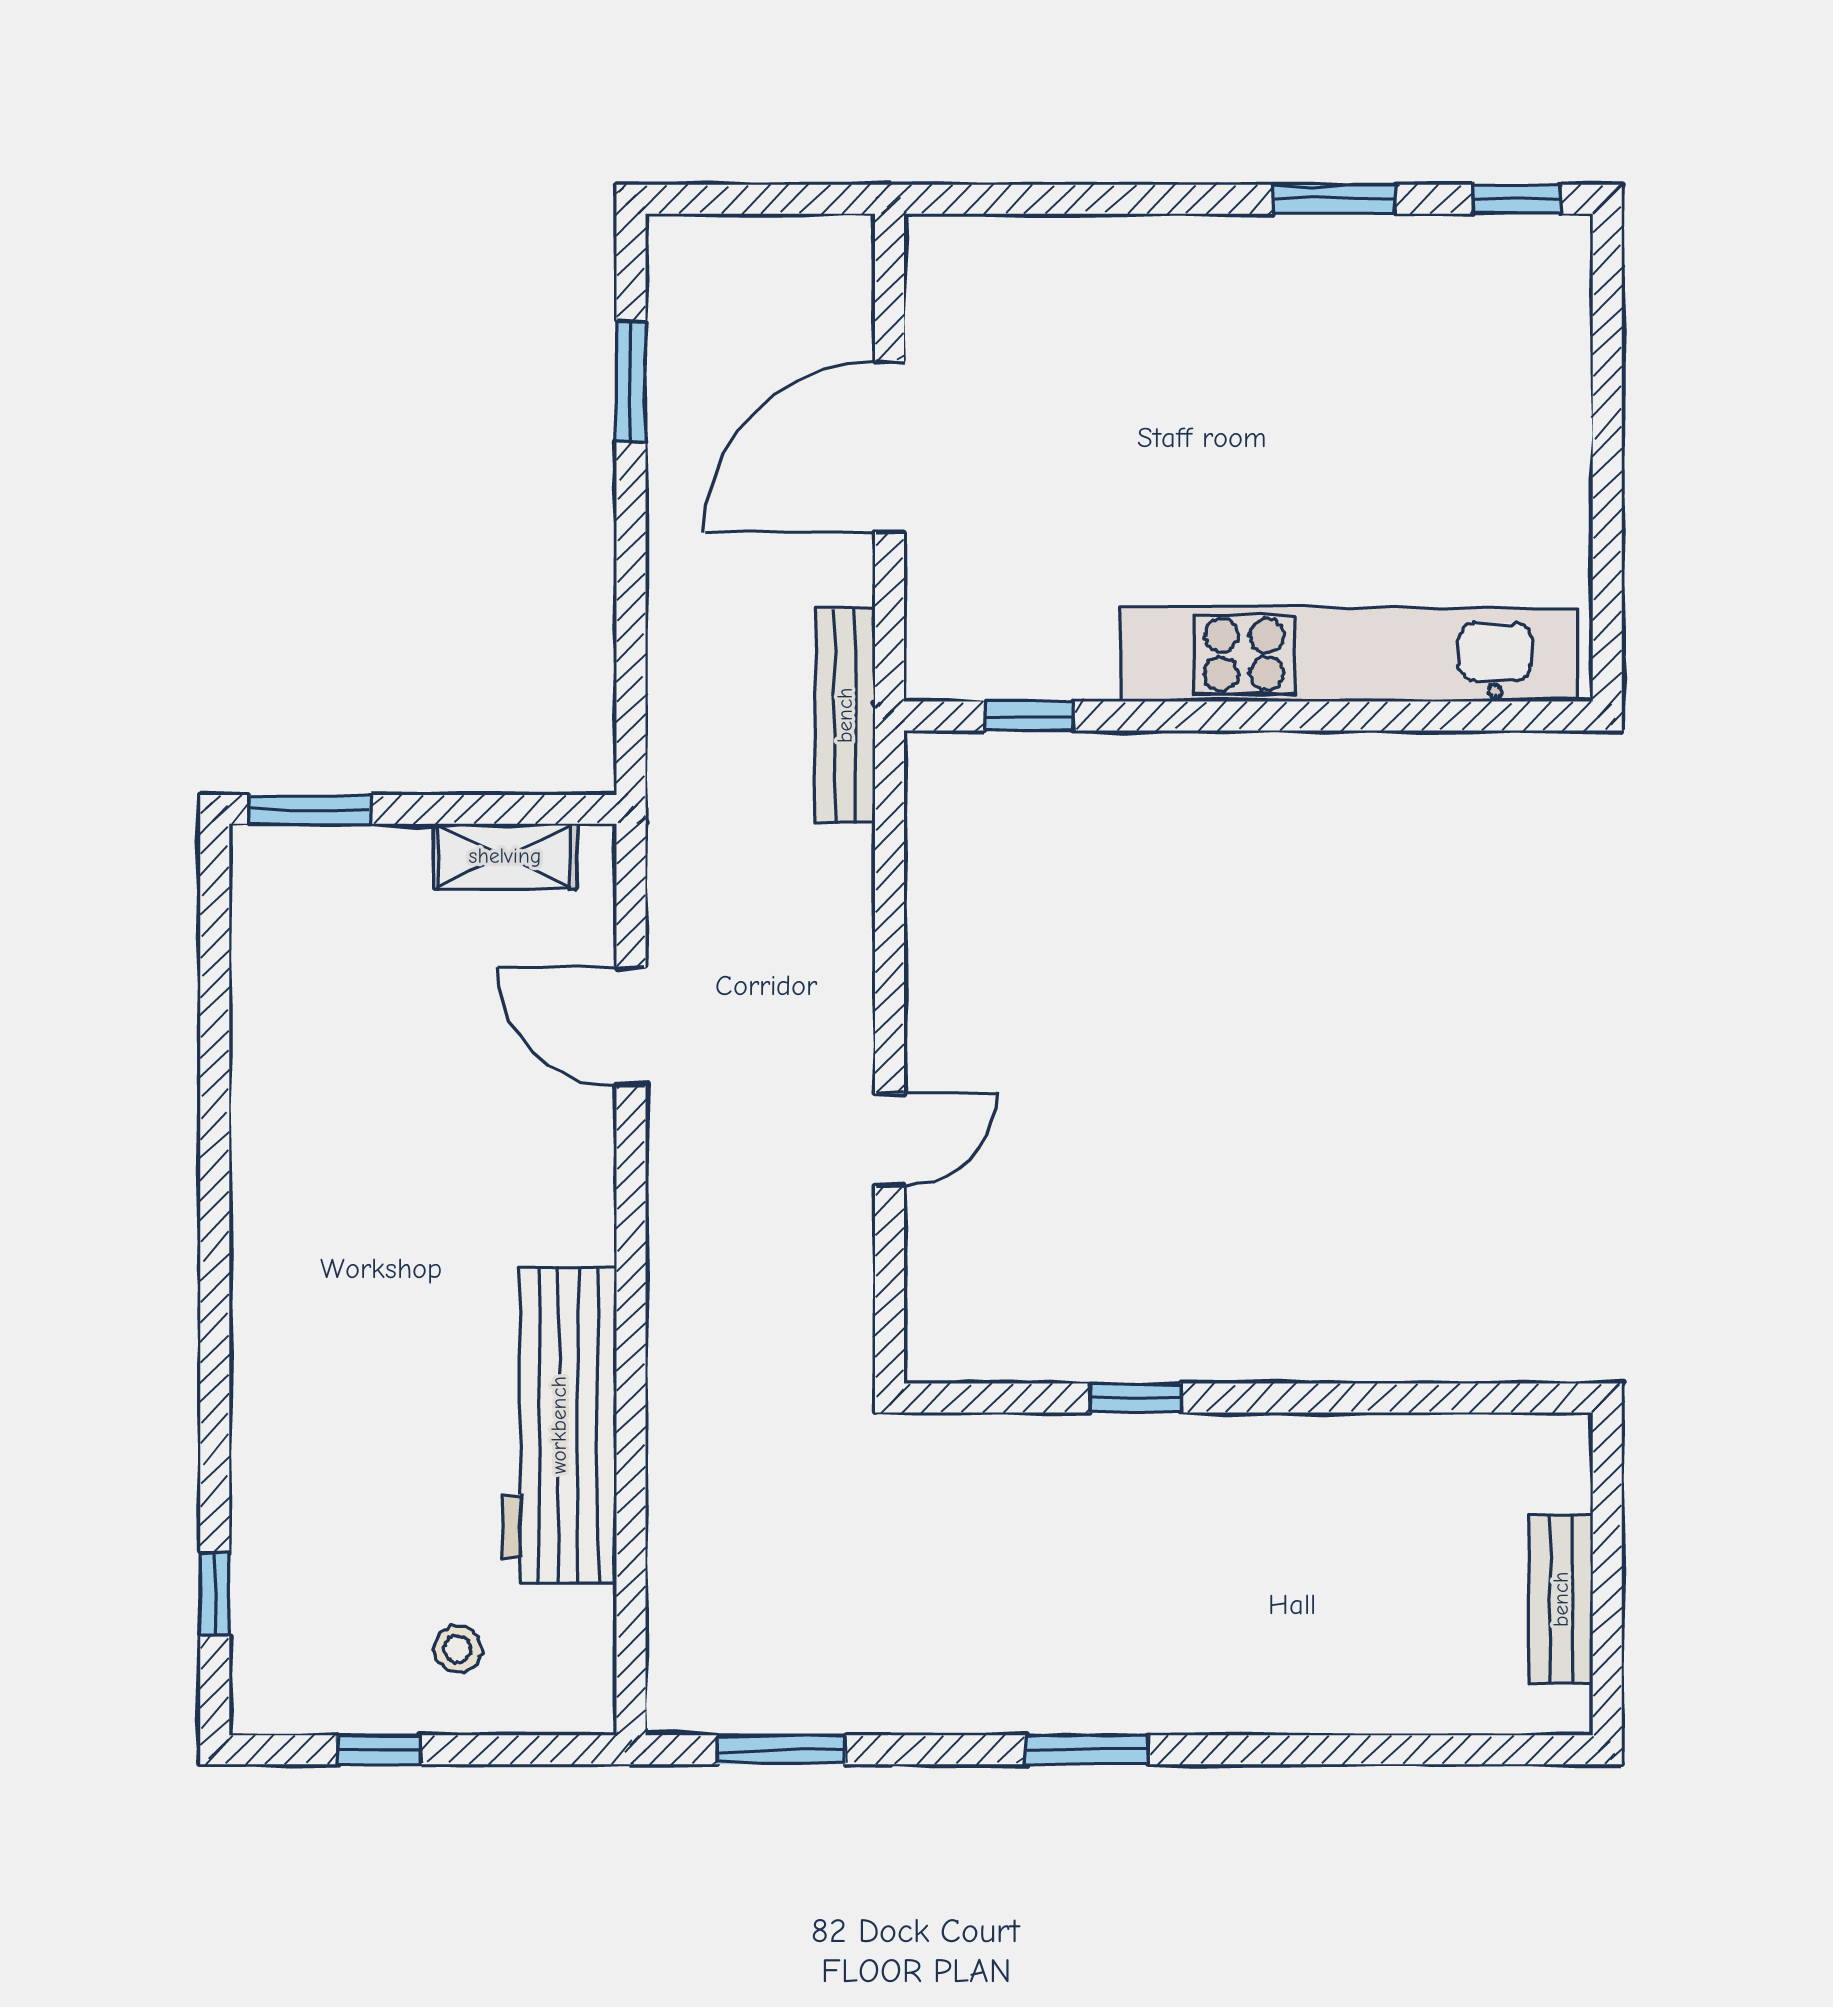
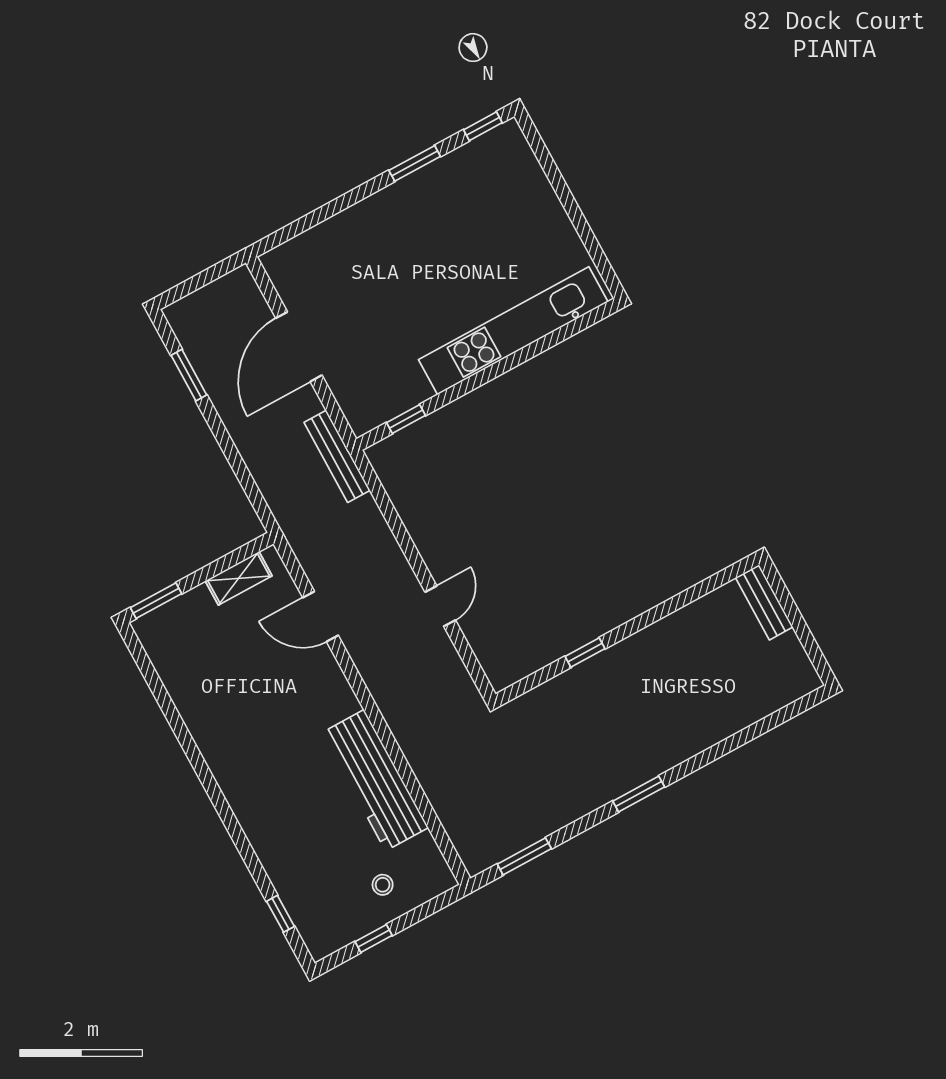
bench: (1561, 1599) -> (764, 602), moved

